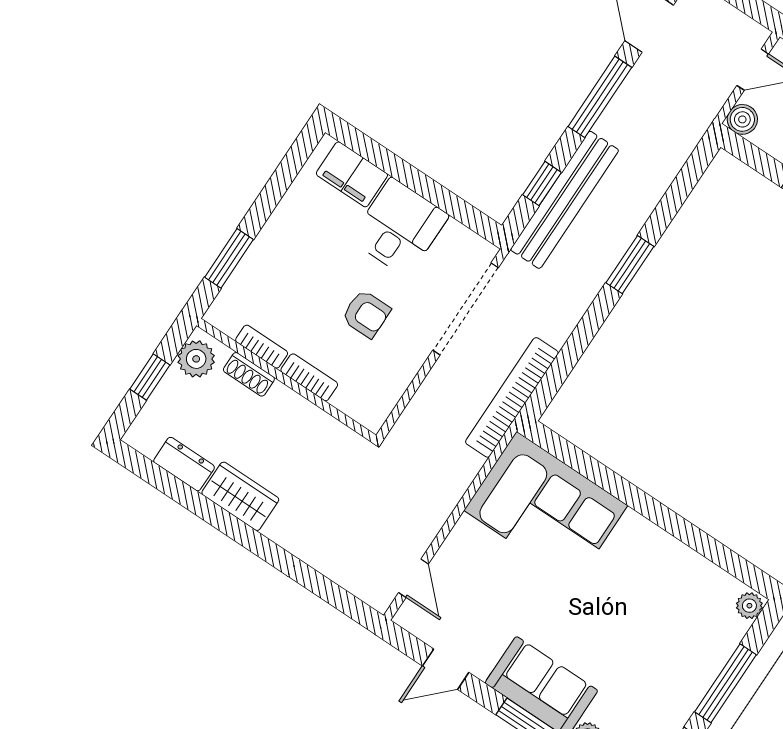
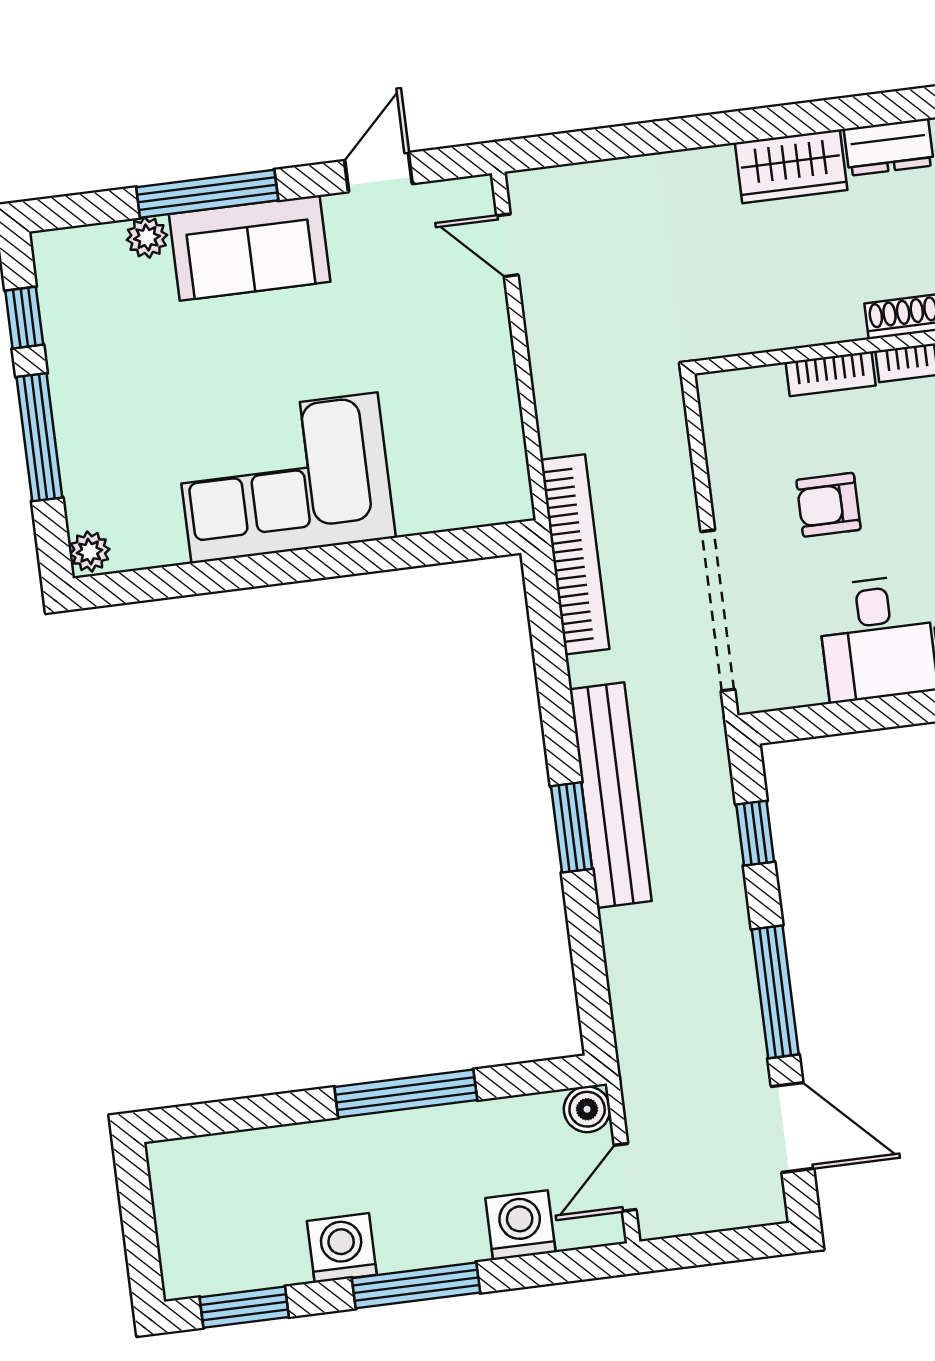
bench: (565, 200) -> (611, 795), moved
corner sofa: (546, 508) -> (284, 478), moved

